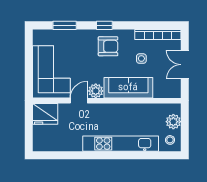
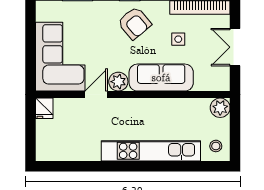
armchair: (108, 46) -> (134, 23), turned 50
fridge: (45, 114) -> (44, 108), width x0.53, depth x0.75
plant: (173, 122) -> (220, 108), moved

